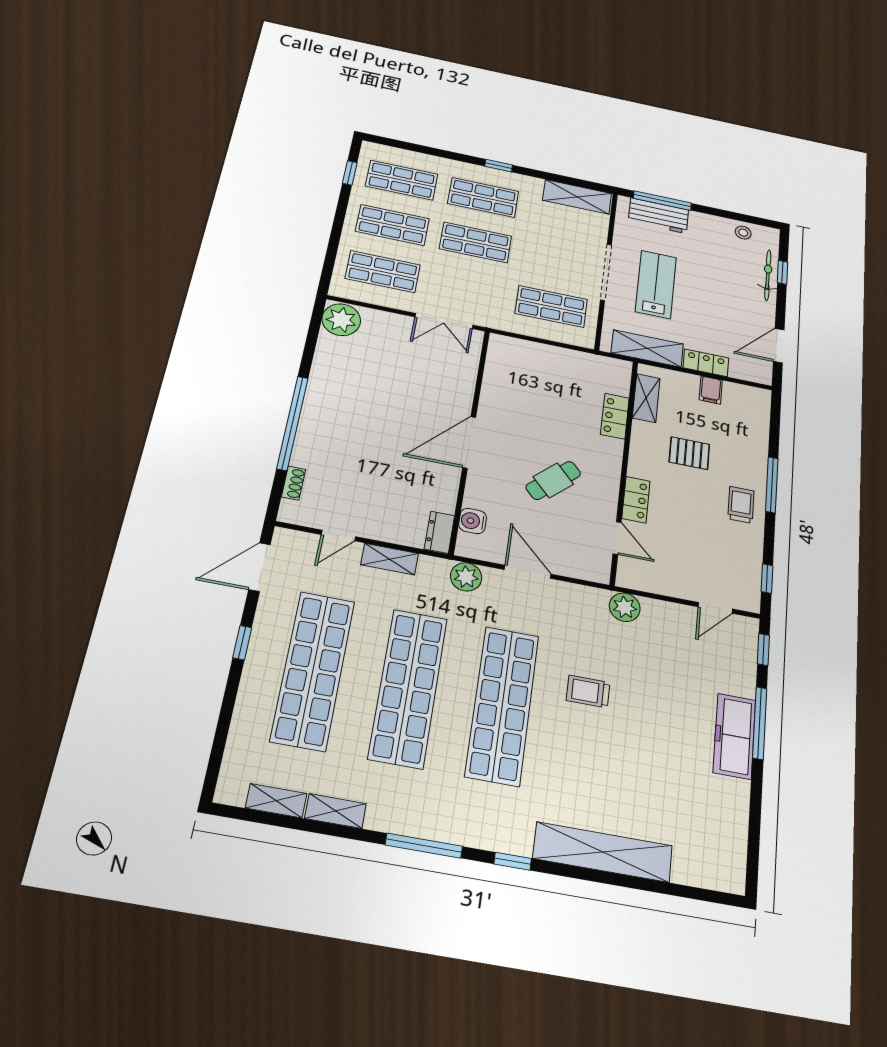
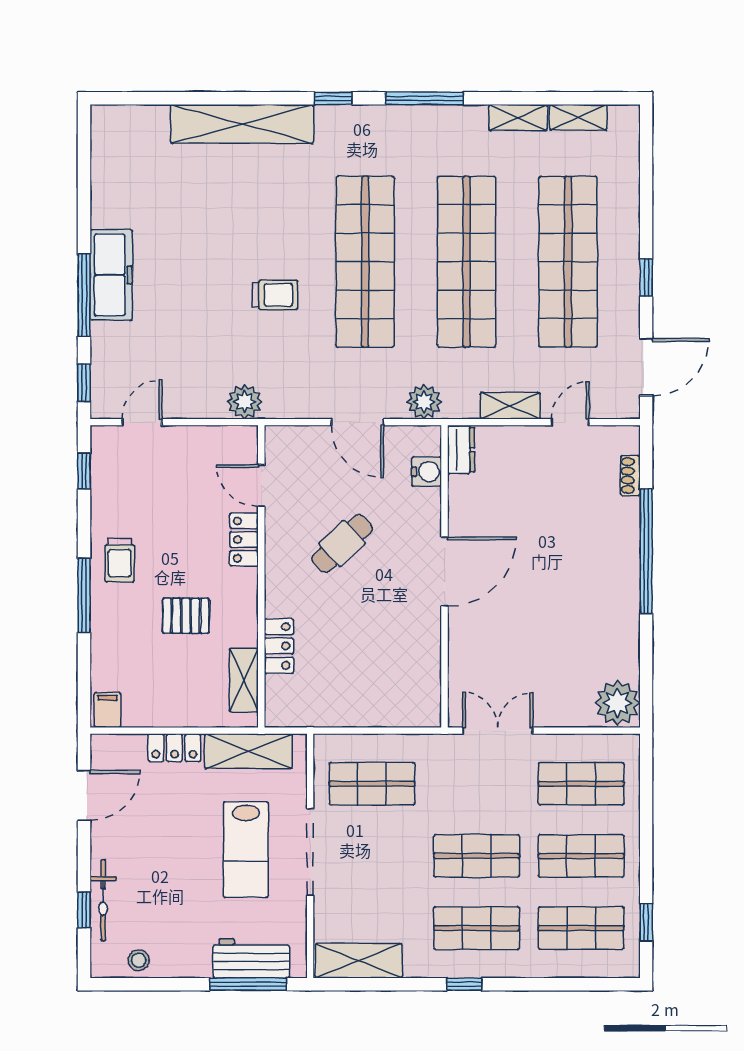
filing cabinet: (711, 390) -> (108, 710), moved

